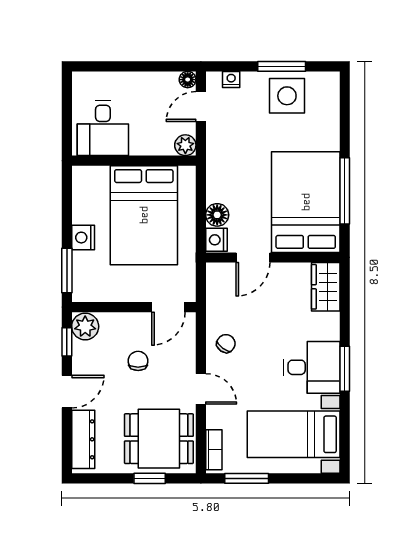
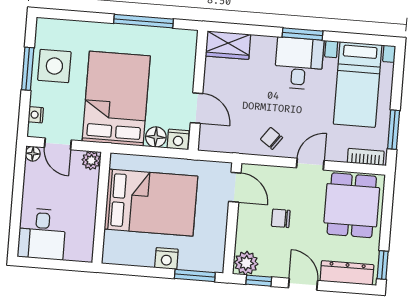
desk: (103, 128) -> (42, 234), moved, turned 90
bed: (306, 202) -> (116, 99), moved, turned 90
window: (150, 478) -> (383, 265), moved

